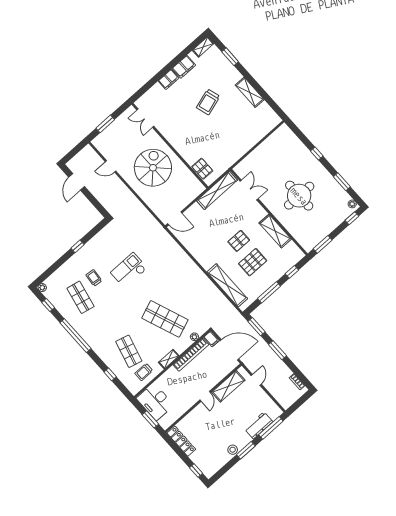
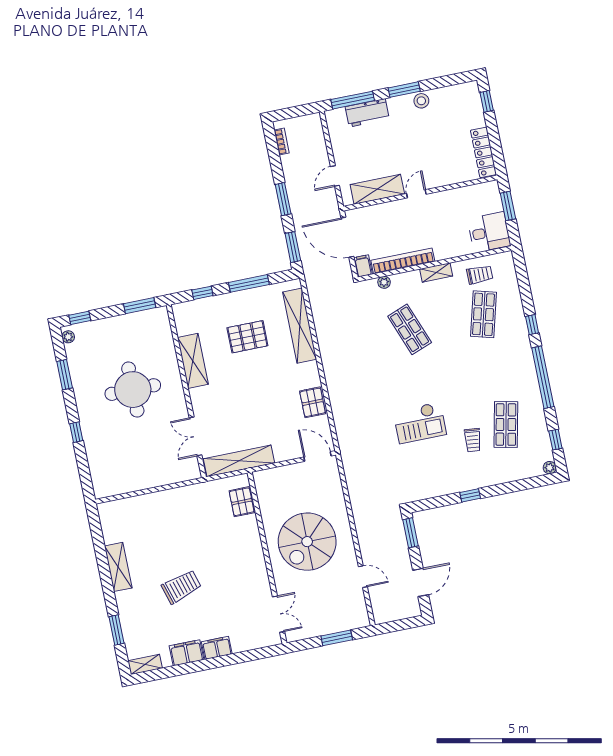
window: (98, 206) -> (411, 533), added
pallet: (239, 241) -> (313, 402), moved, turned 90
shop shelf: (165, 319) -> (410, 329), width x0.70, depth x0.74
window: (110, 374) -> (532, 325), moved
desk: (155, 402) -> (489, 232), width x0.73

